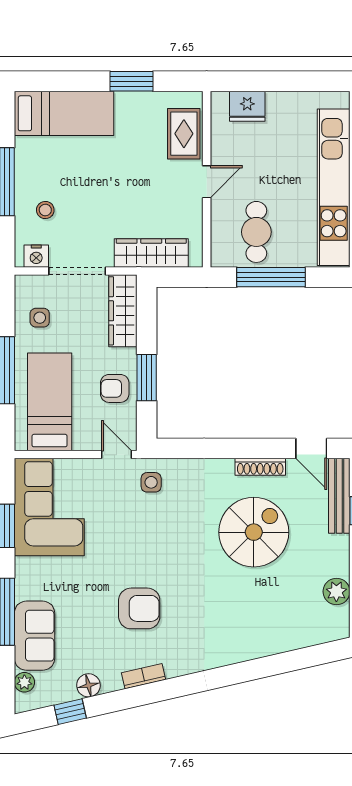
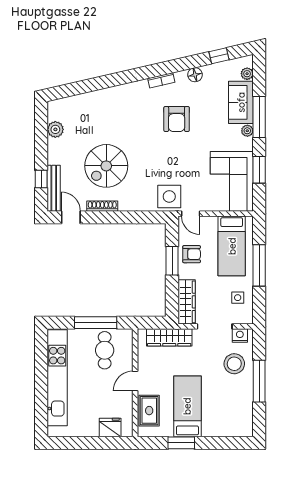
bed: (64, 113) -> (187, 406), moved, turned 90
stool: (45, 210) -> (234, 364), width x1.89, depth x1.89
side table: (151, 482) -> (169, 196), width x1.87, depth x1.87
plant: (24, 589) -> (247, 131), added
armchair: (139, 608) -> (177, 119), turned -90
bookcase: (144, 676) -> (161, 80), moved
floor lamp: (88, 685) -> (195, 75), moved

